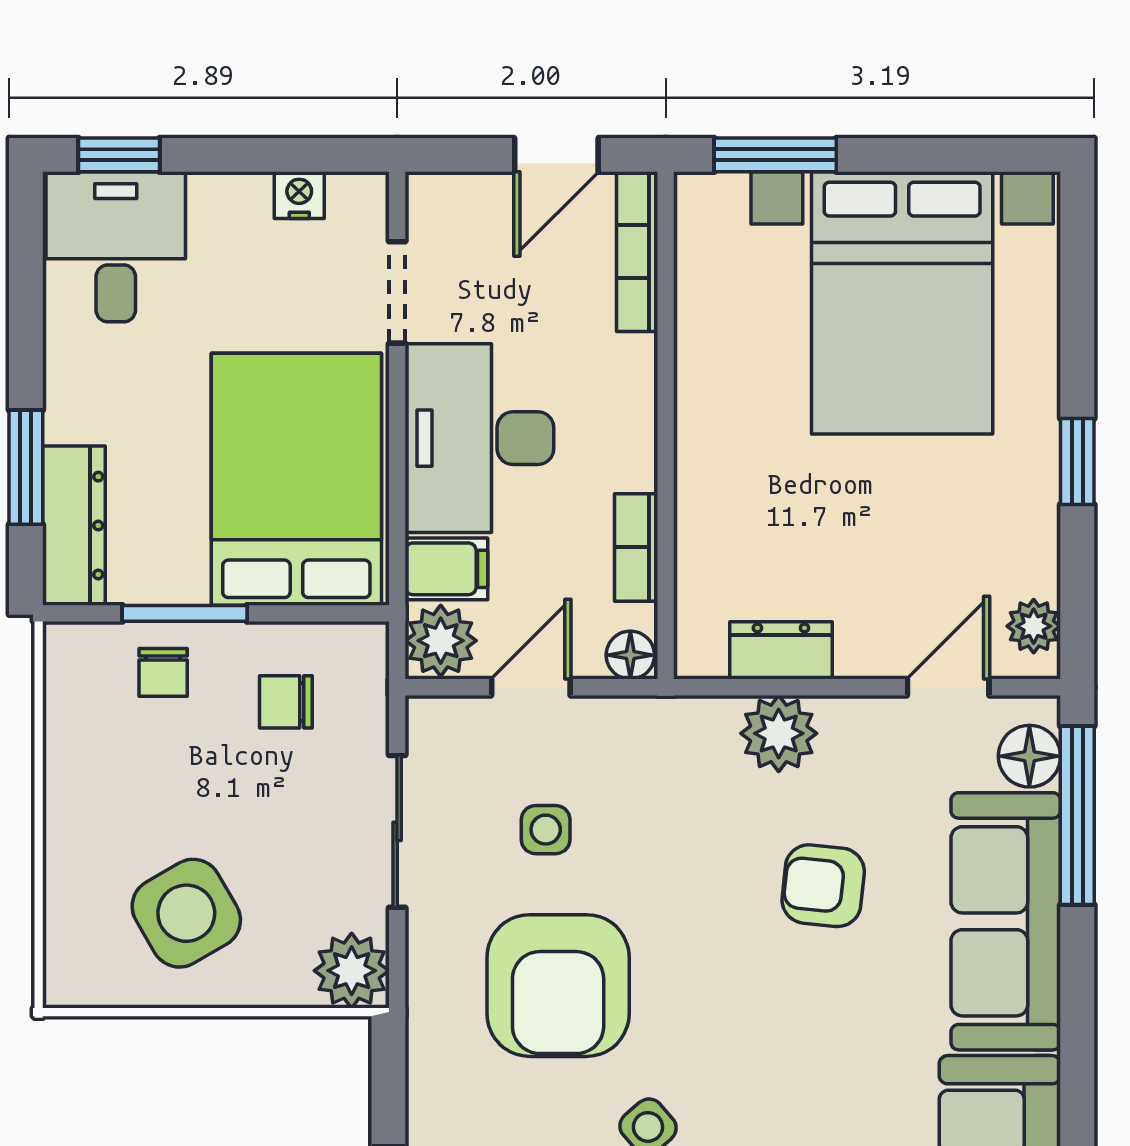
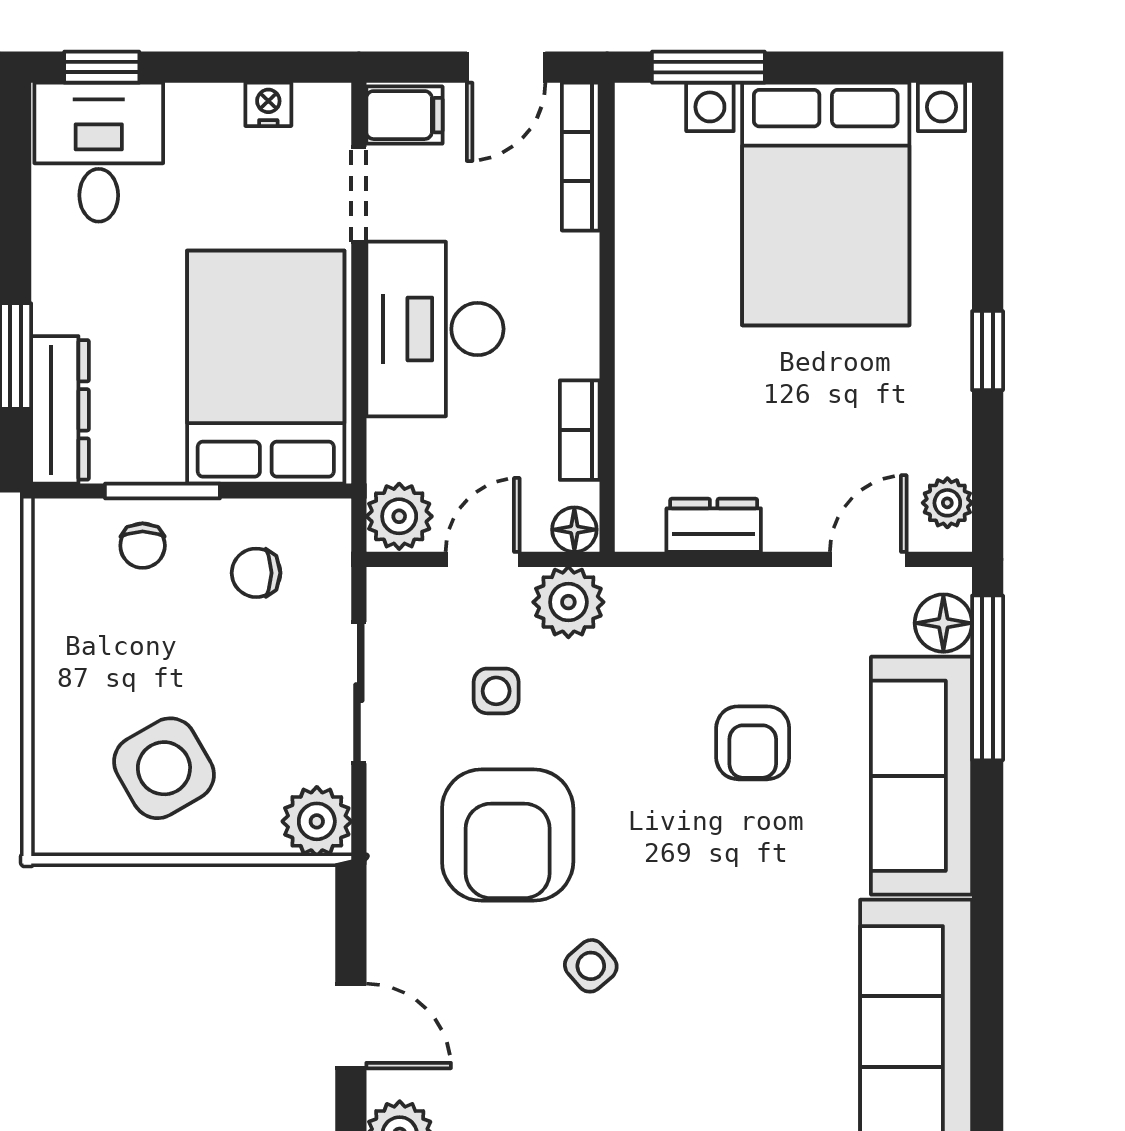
filing cabinet: (446, 569) -> (404, 115), moved
plant: (779, 733) -> (568, 602), moved
armchair: (823, 886) -> (753, 743), turned -96

